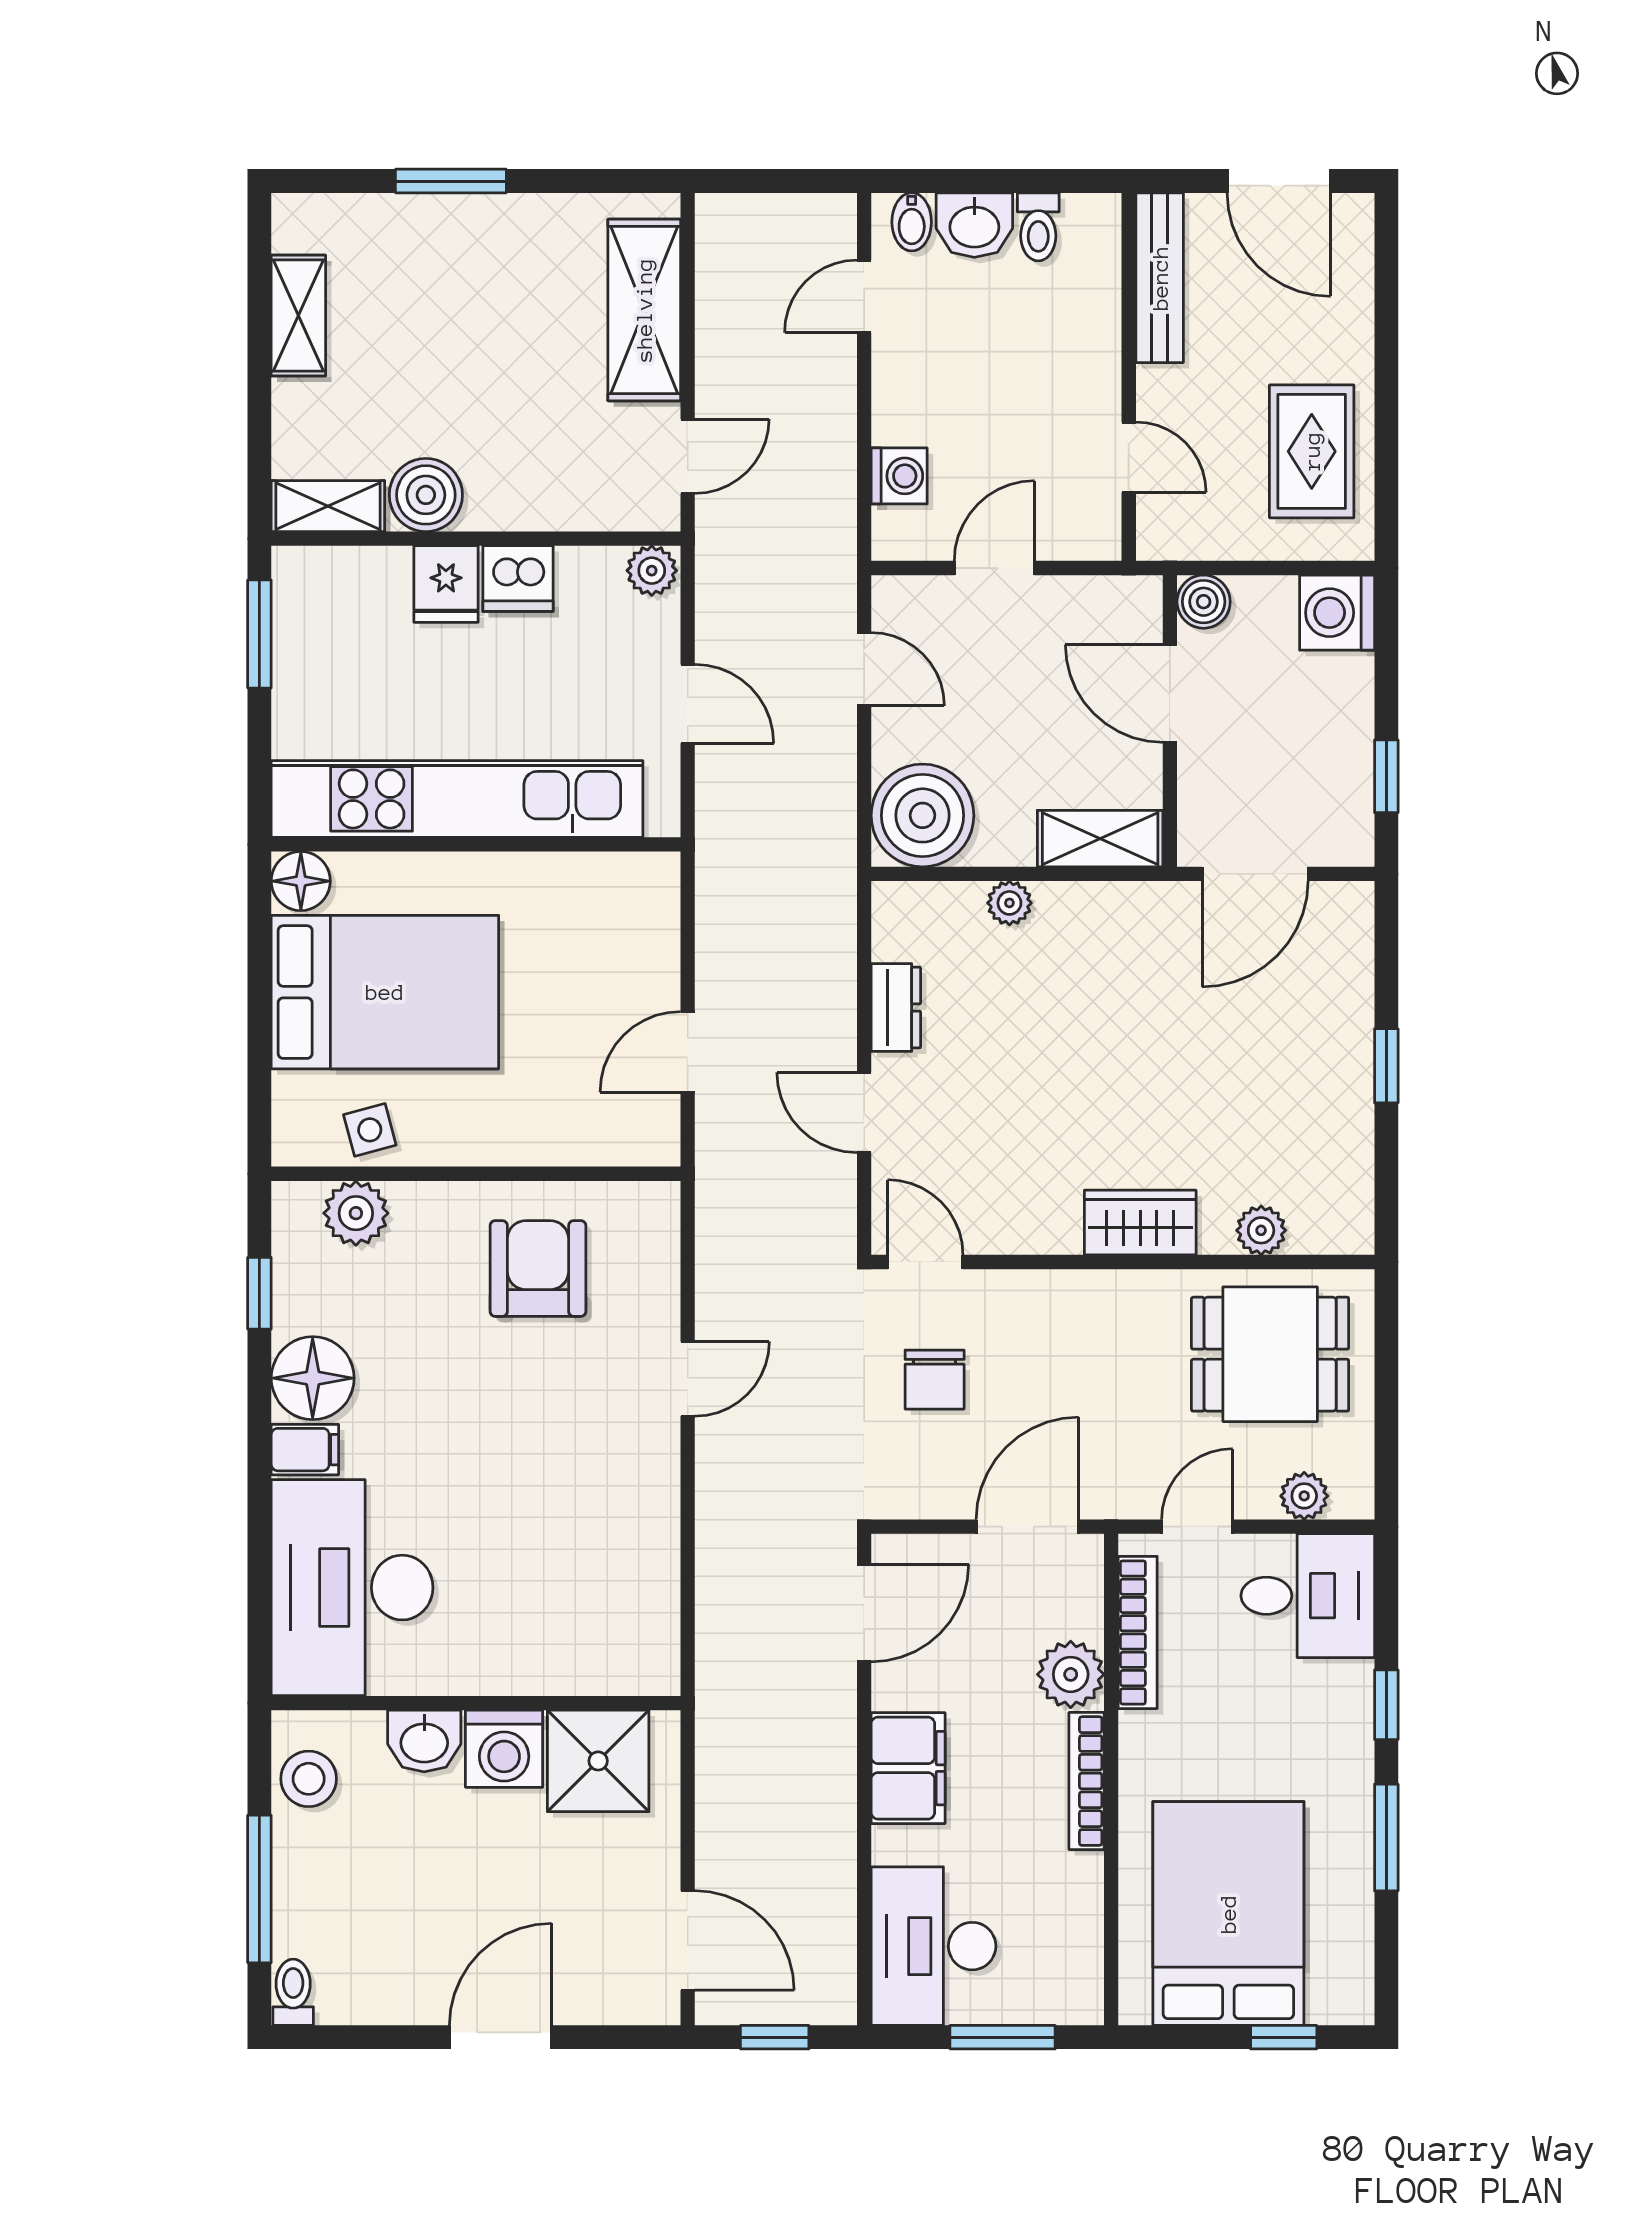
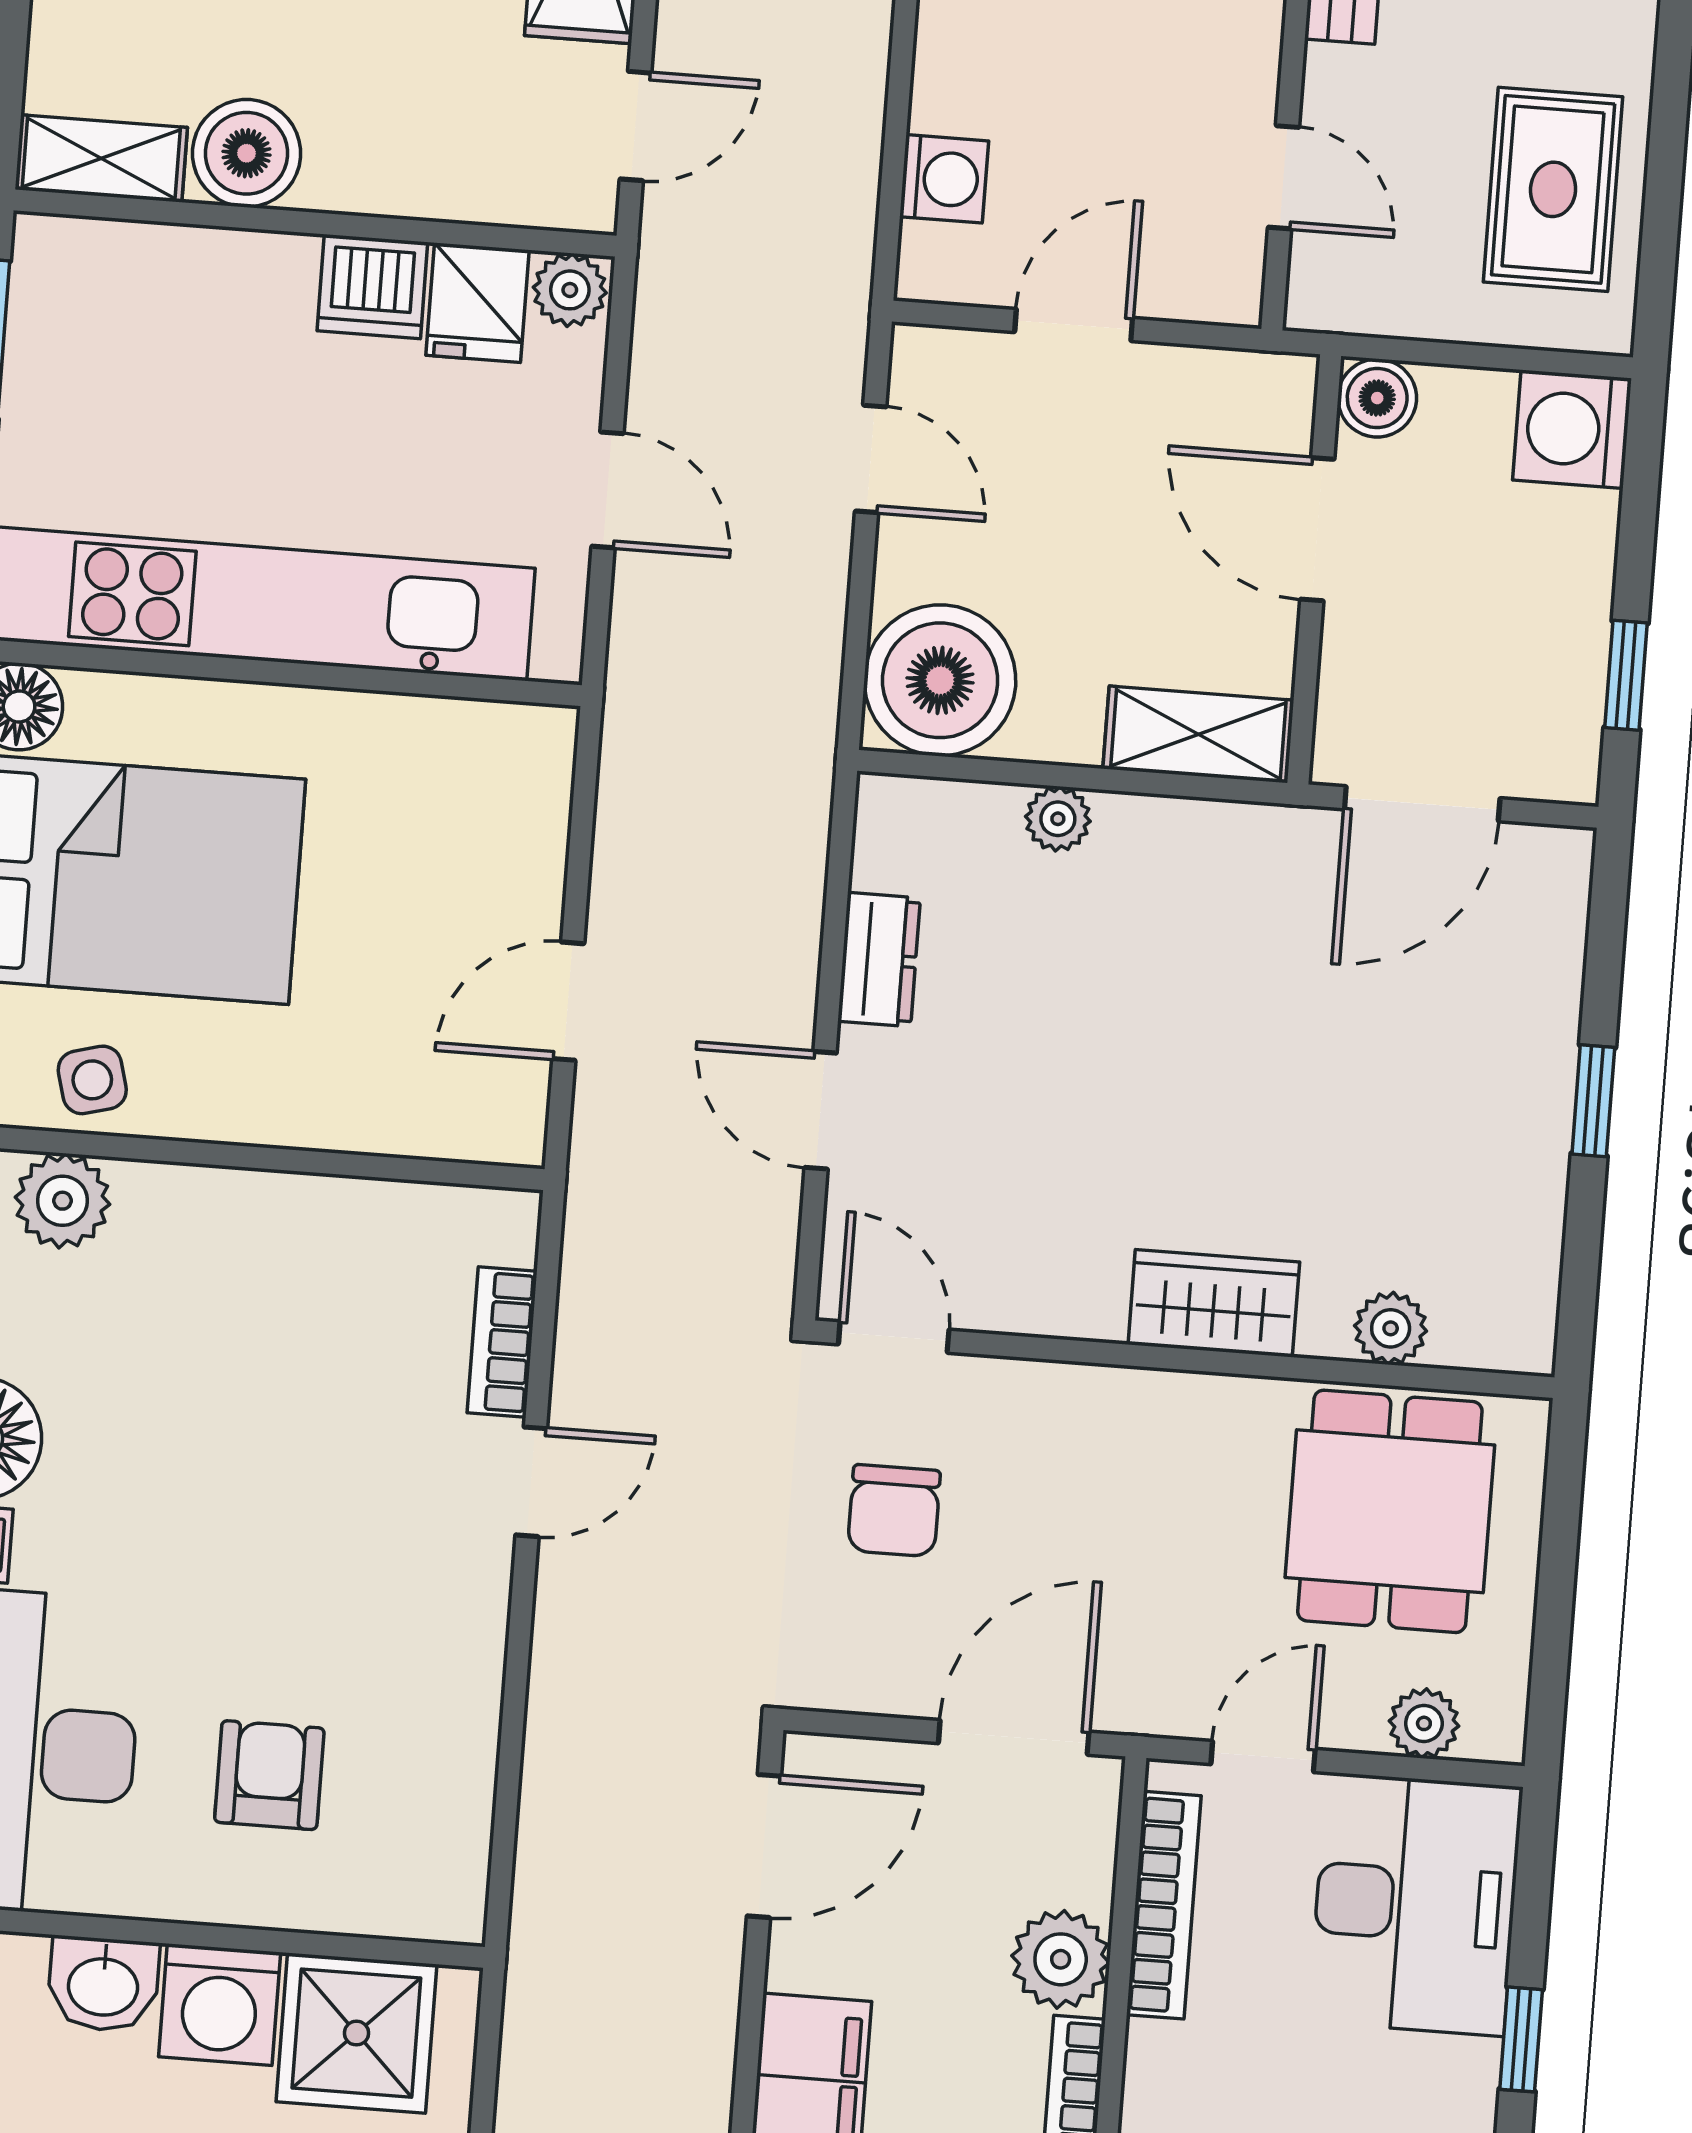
fridge: (446, 584) -> (478, 303), moved
armchair: (538, 1269) -> (269, 1775), moved, width x0.72, depth x0.72
bookcase: (661, 1286) -> (502, 1342), added
dining table: (1270, 1354) -> (1390, 1511), turned 90
desk: (1308, 1596) -> (1415, 1904), width x1.37

